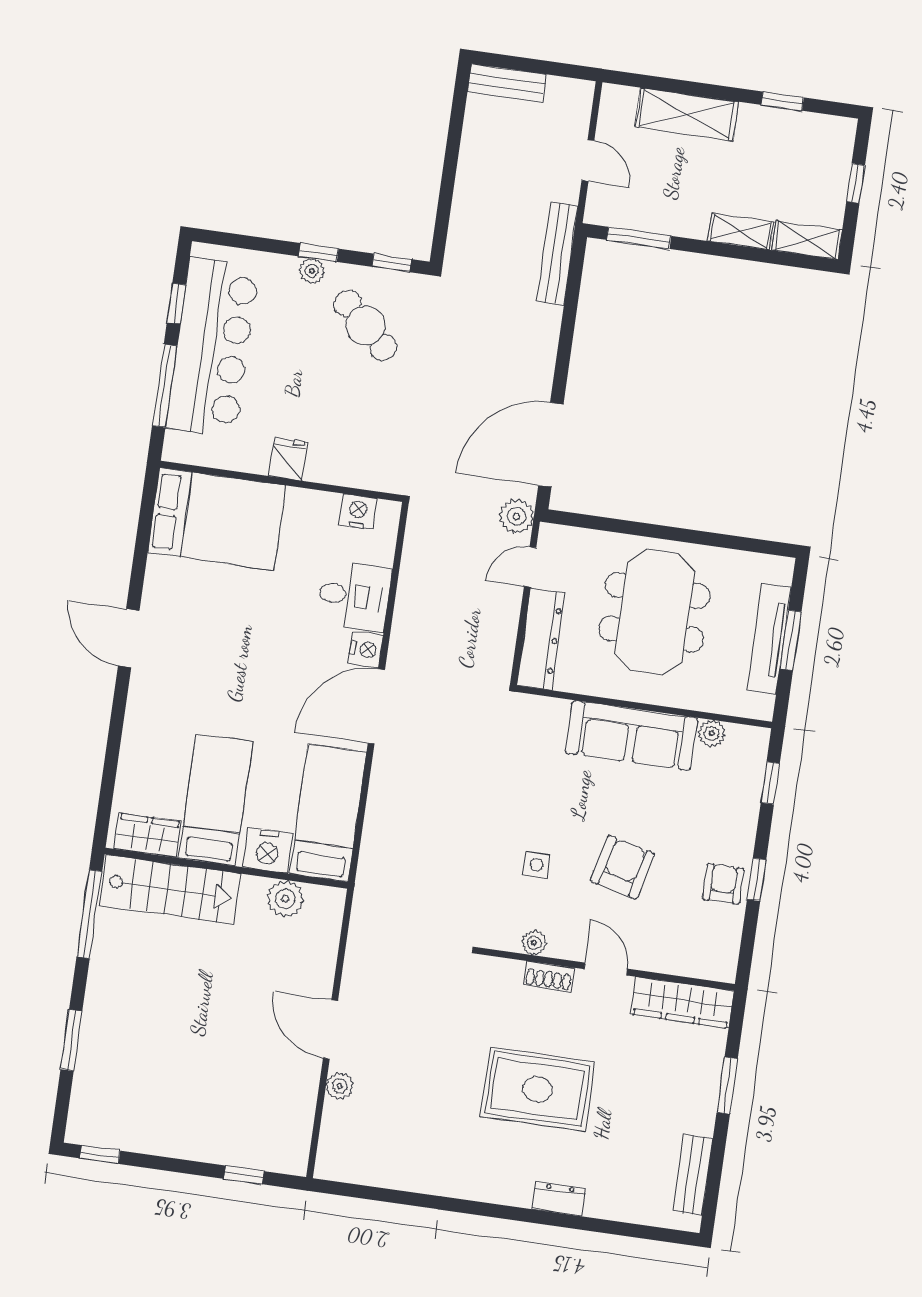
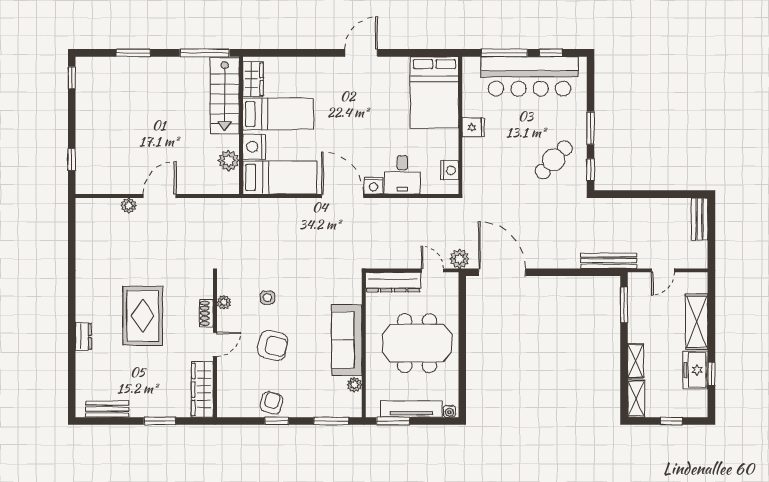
freezer: (772, 128) -> (695, 370), added
window: (319, 253) -> (591, 128), width x1.50
plant: (312, 271) -> (580, 126), removed
water cooler: (783, 572) -> (449, 411), added
window: (791, 640) -> (393, 421), moved
window: (770, 783) -> (331, 421), width x1.50
armchair: (723, 884) -> (272, 403), turned -73

